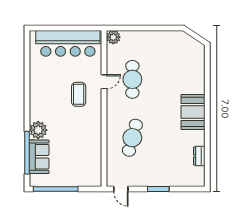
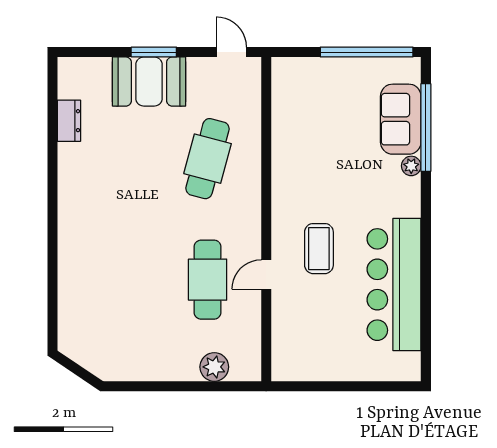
plant: (113, 37) -> (214, 367), moved
bar counter: (68, 43) -> (394, 285), moved, turned -90
booth: (193, 112) -> (149, 82), moved, turned 90
plant: (38, 130) -> (411, 166), width x0.53, depth x0.53

